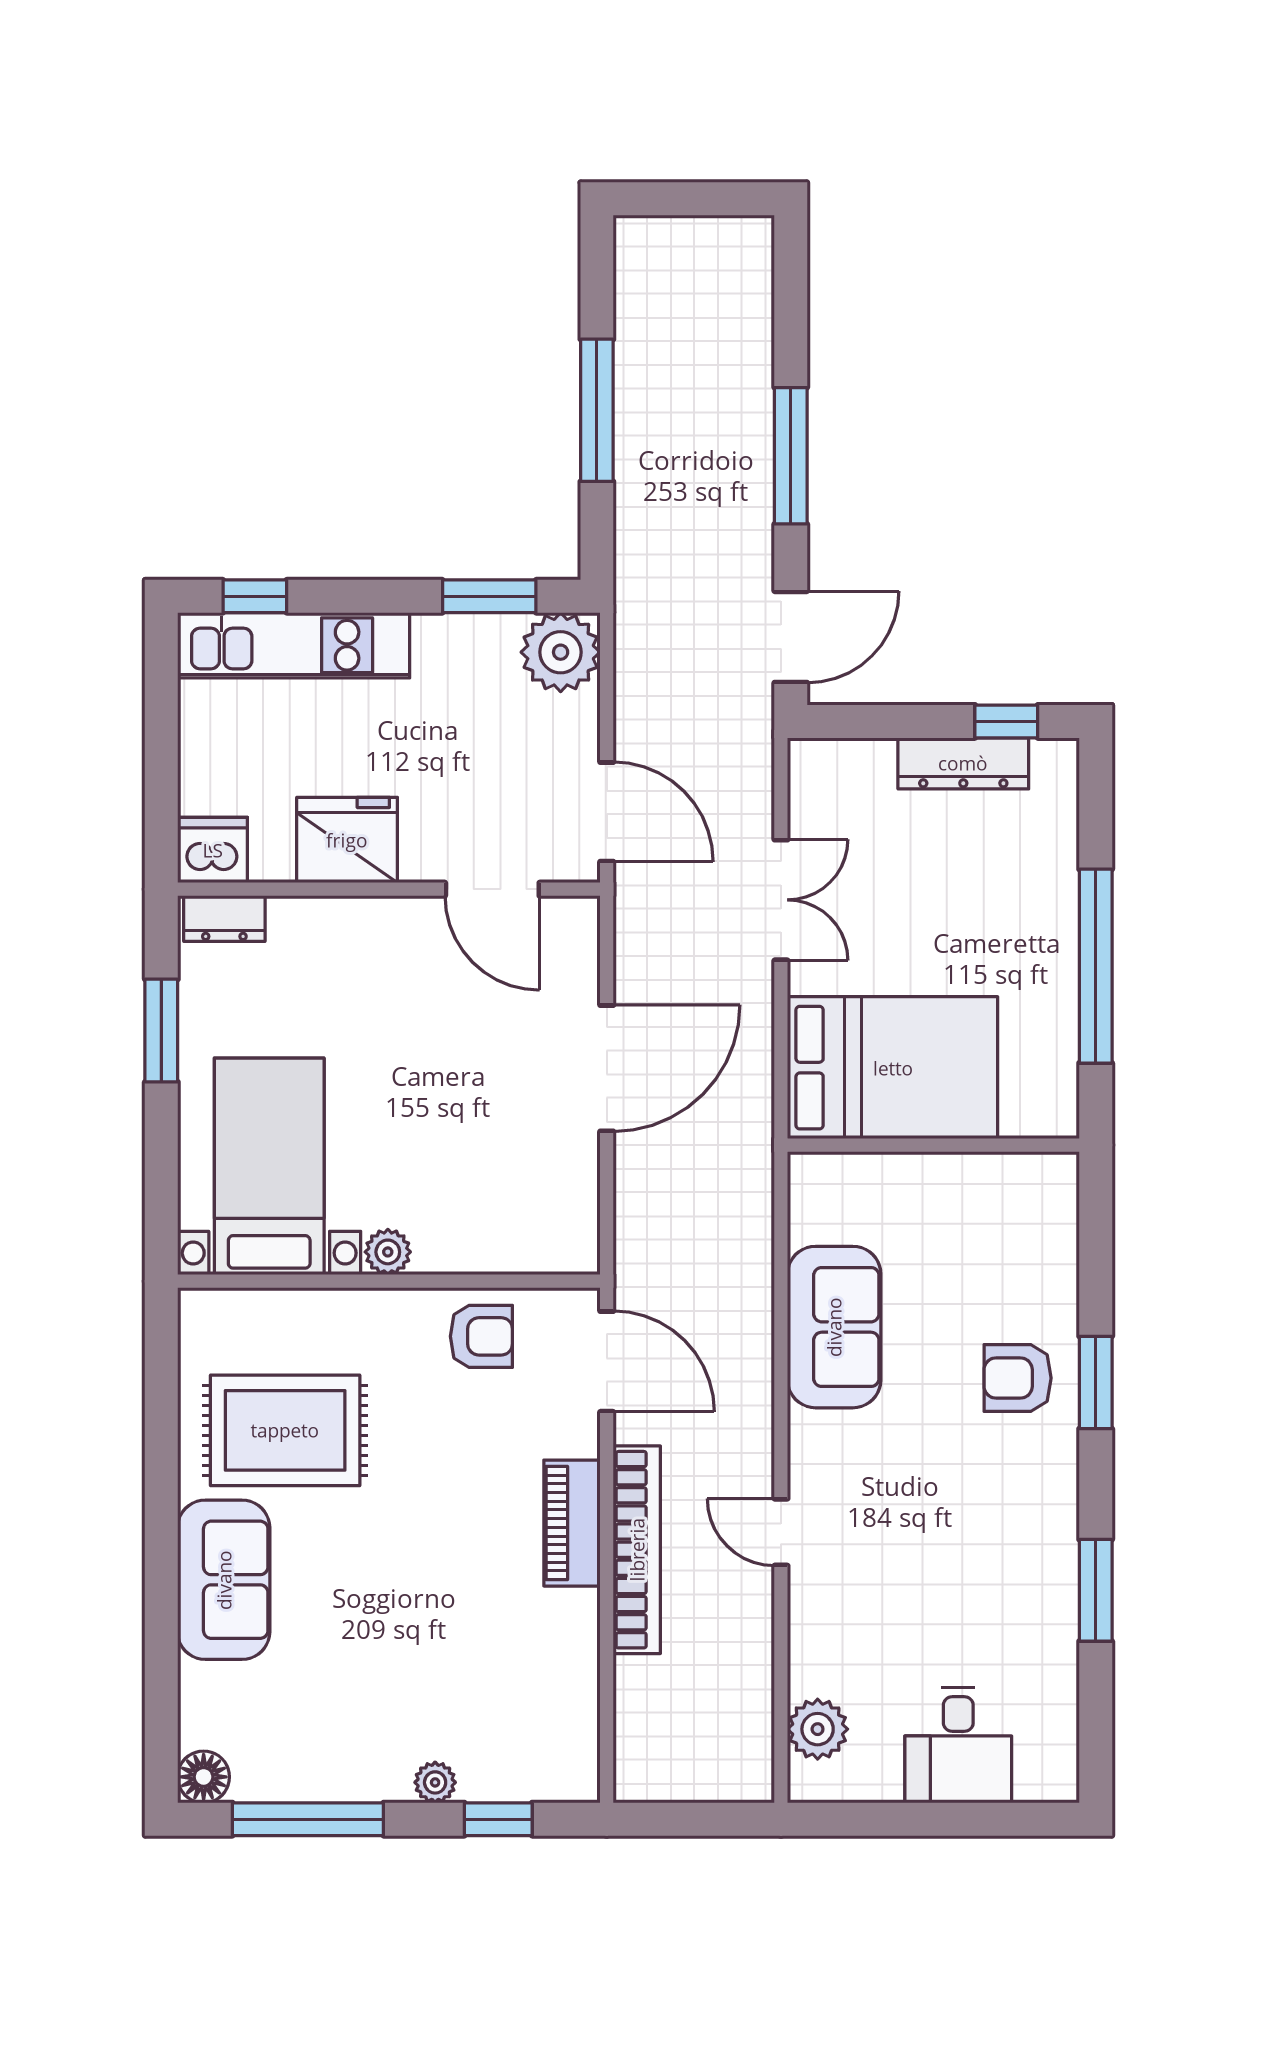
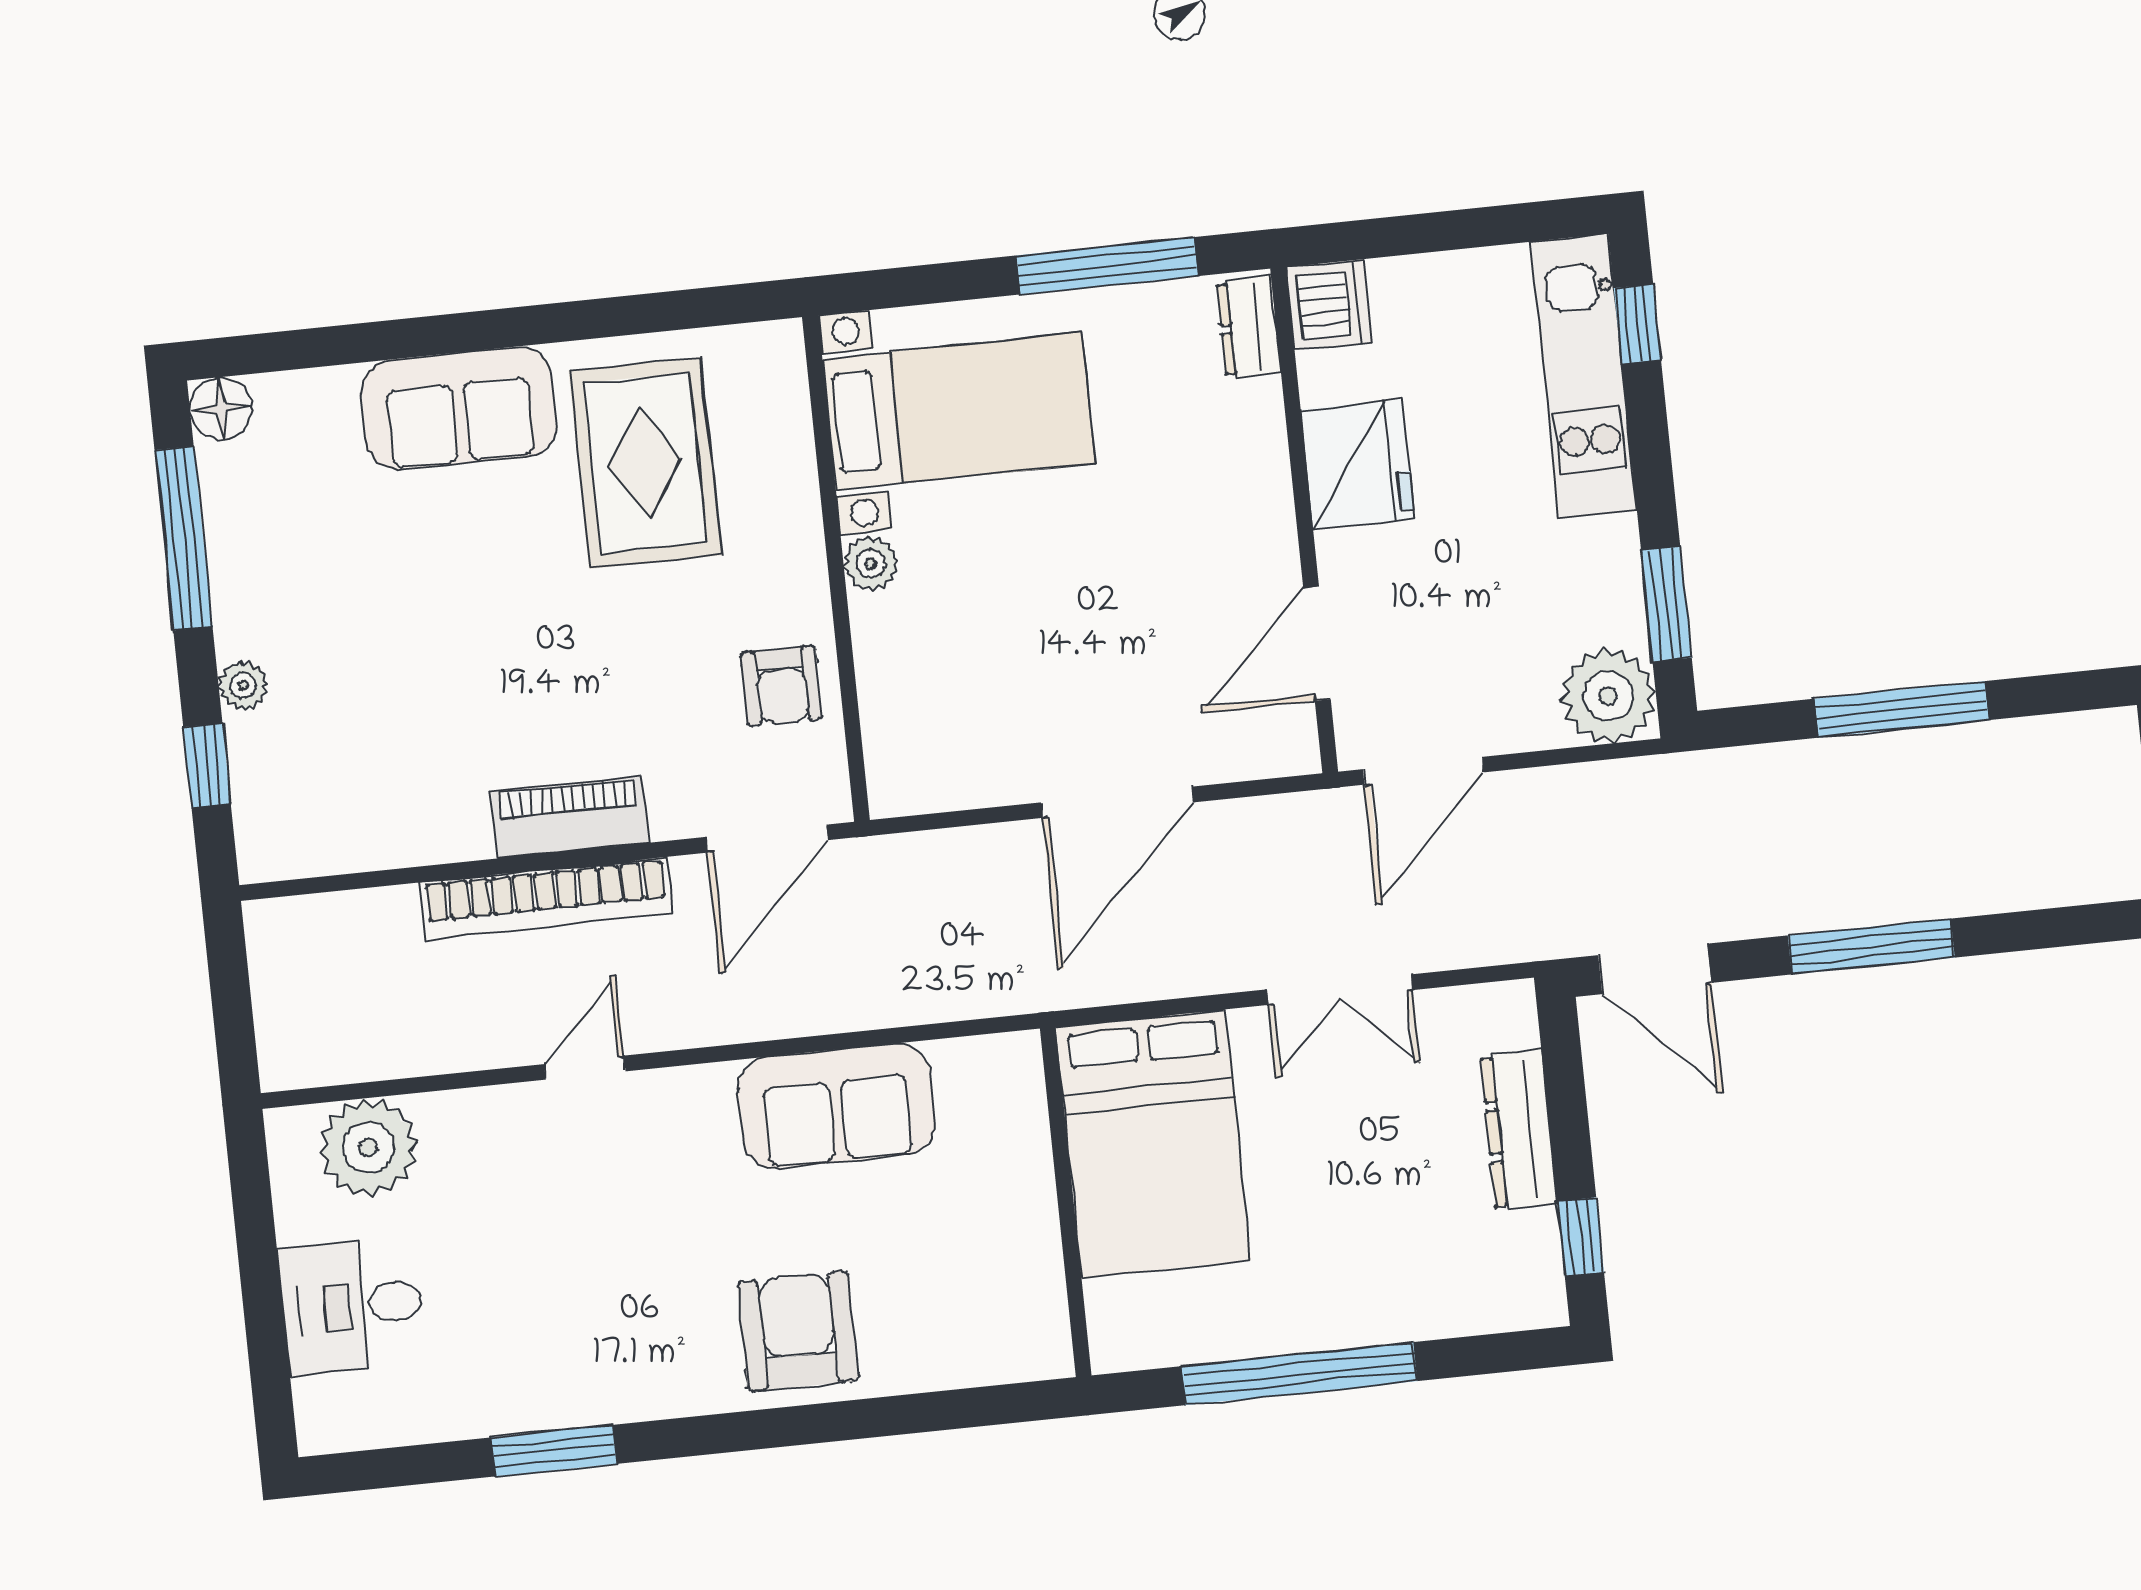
dresser: (963, 763) -> (1519, 1130), moved
window: (161, 1031) -> (1107, 266), width x1.44
door: (607, 1068) -> (1117, 802), hinge flipped
armchair: (1018, 1378) -> (798, 1331), width x1.38, depth x1.38
window: (1096, 1382) -> (802, 1425), removed
plant: (818, 1729) -> (368, 1147), width x1.36, depth x1.36

